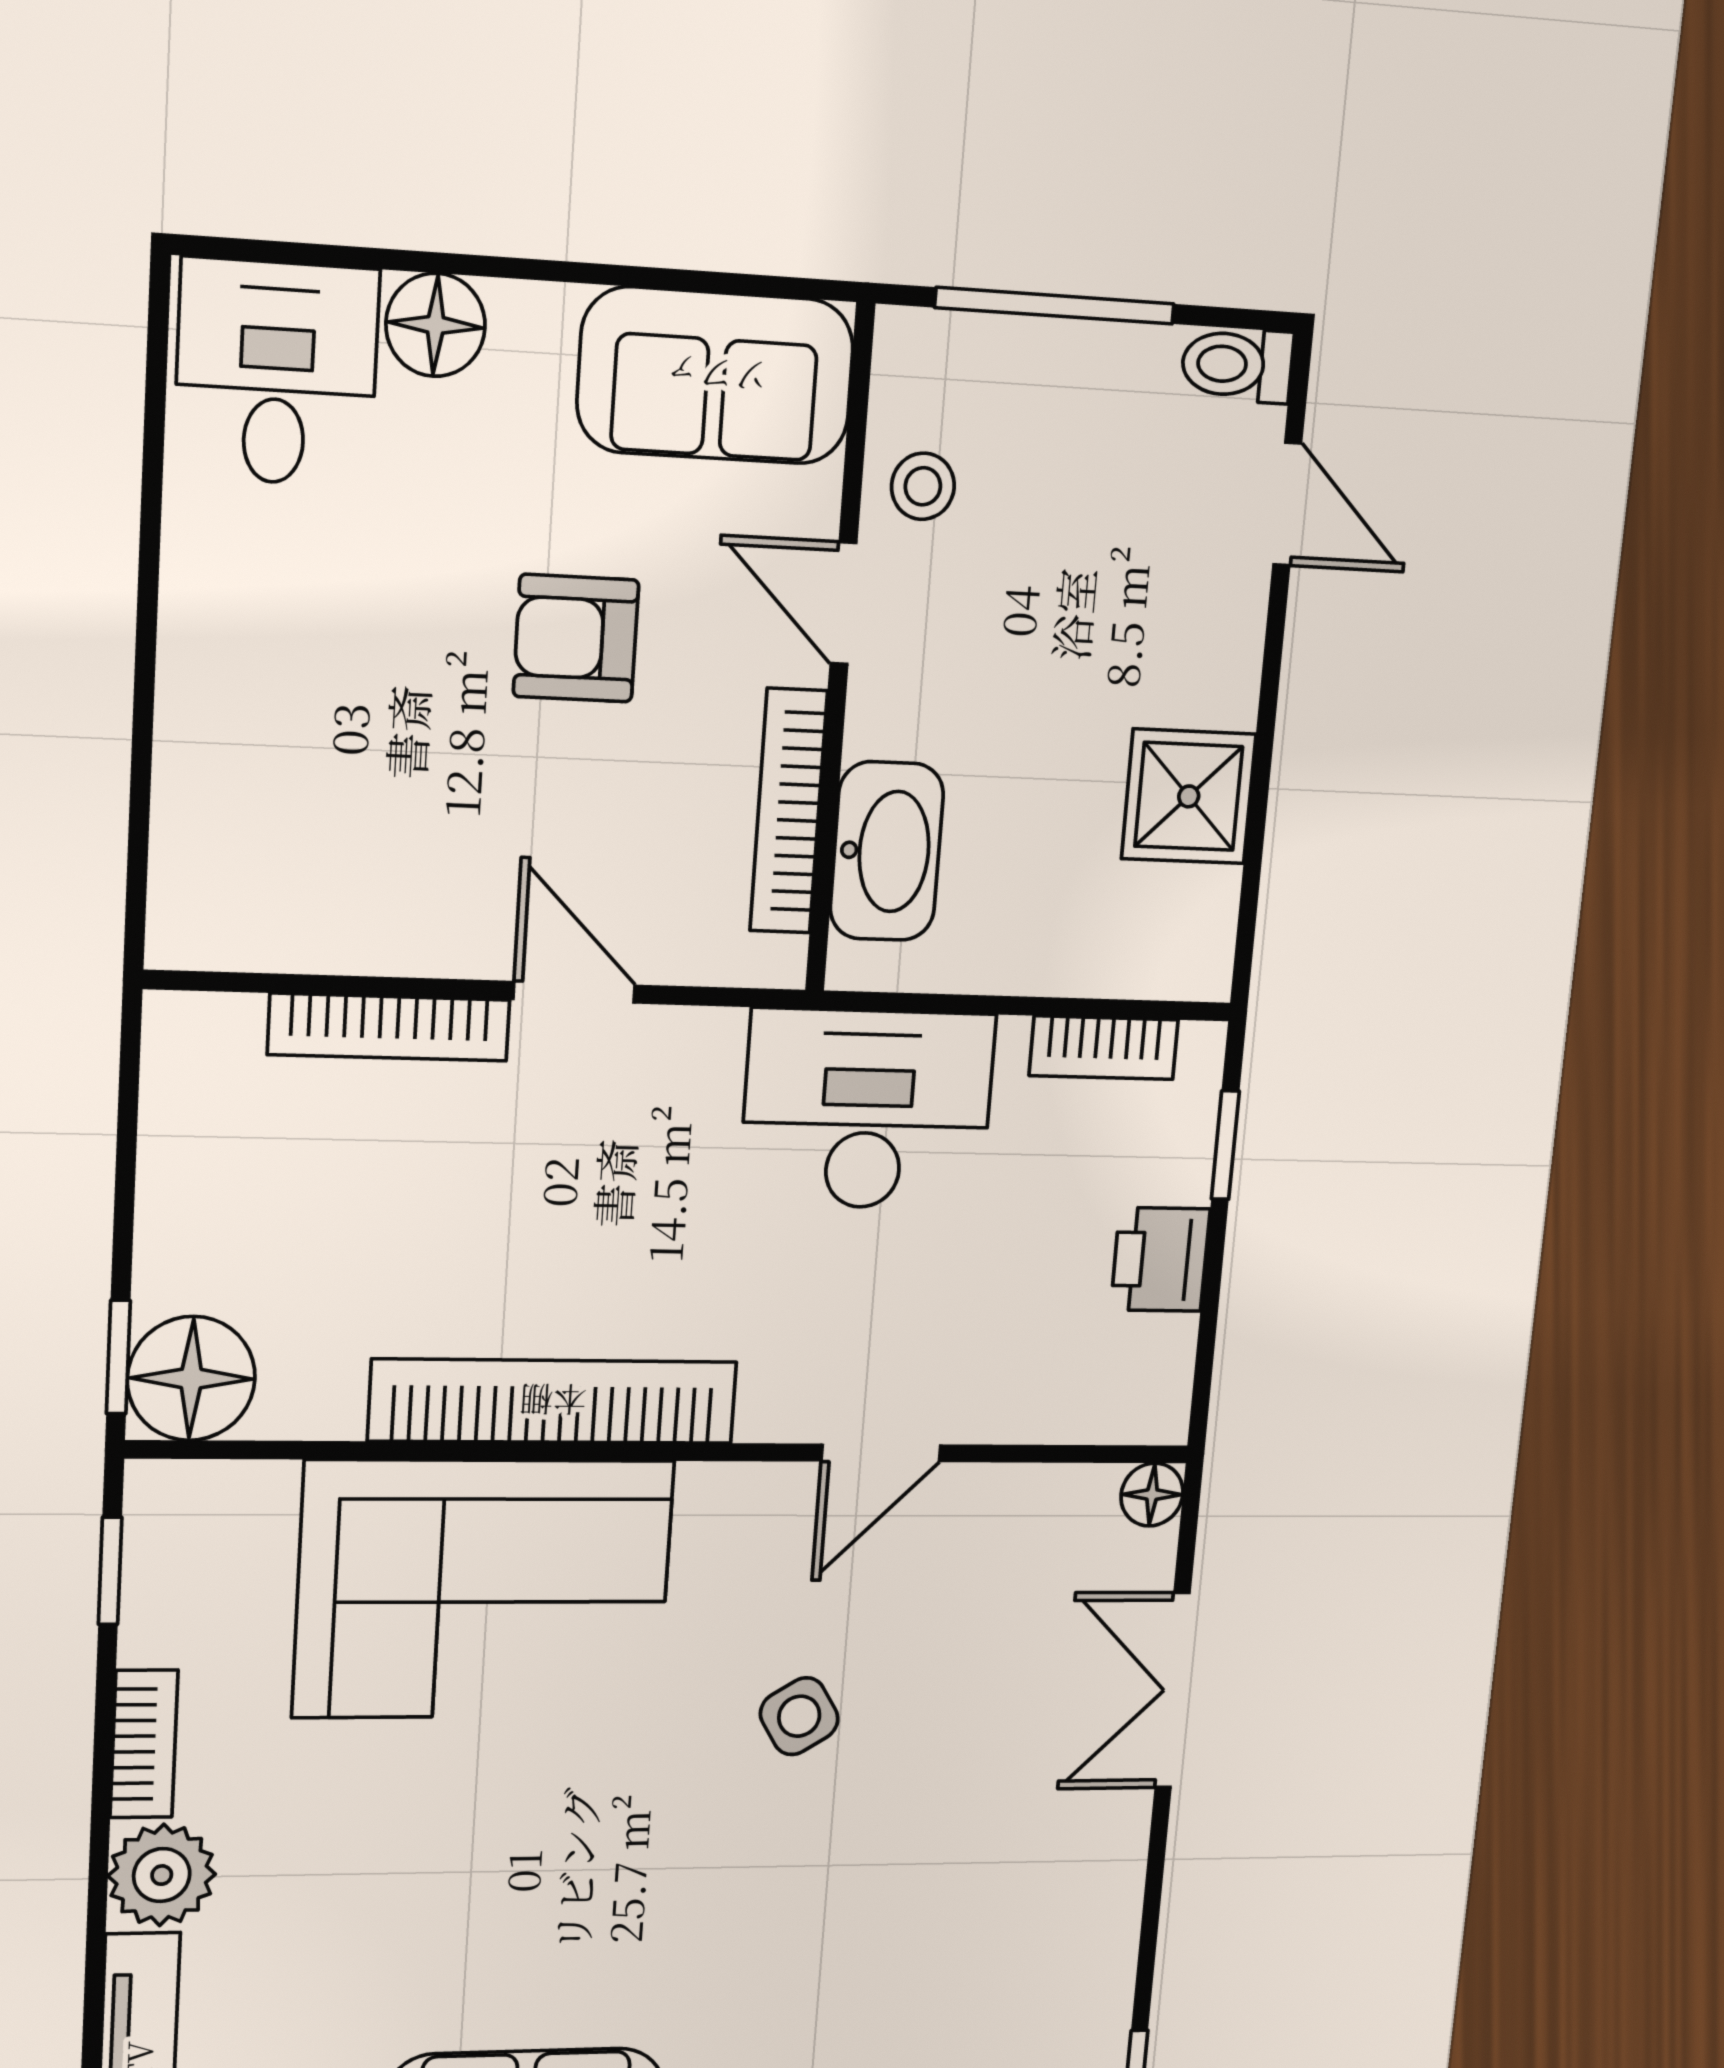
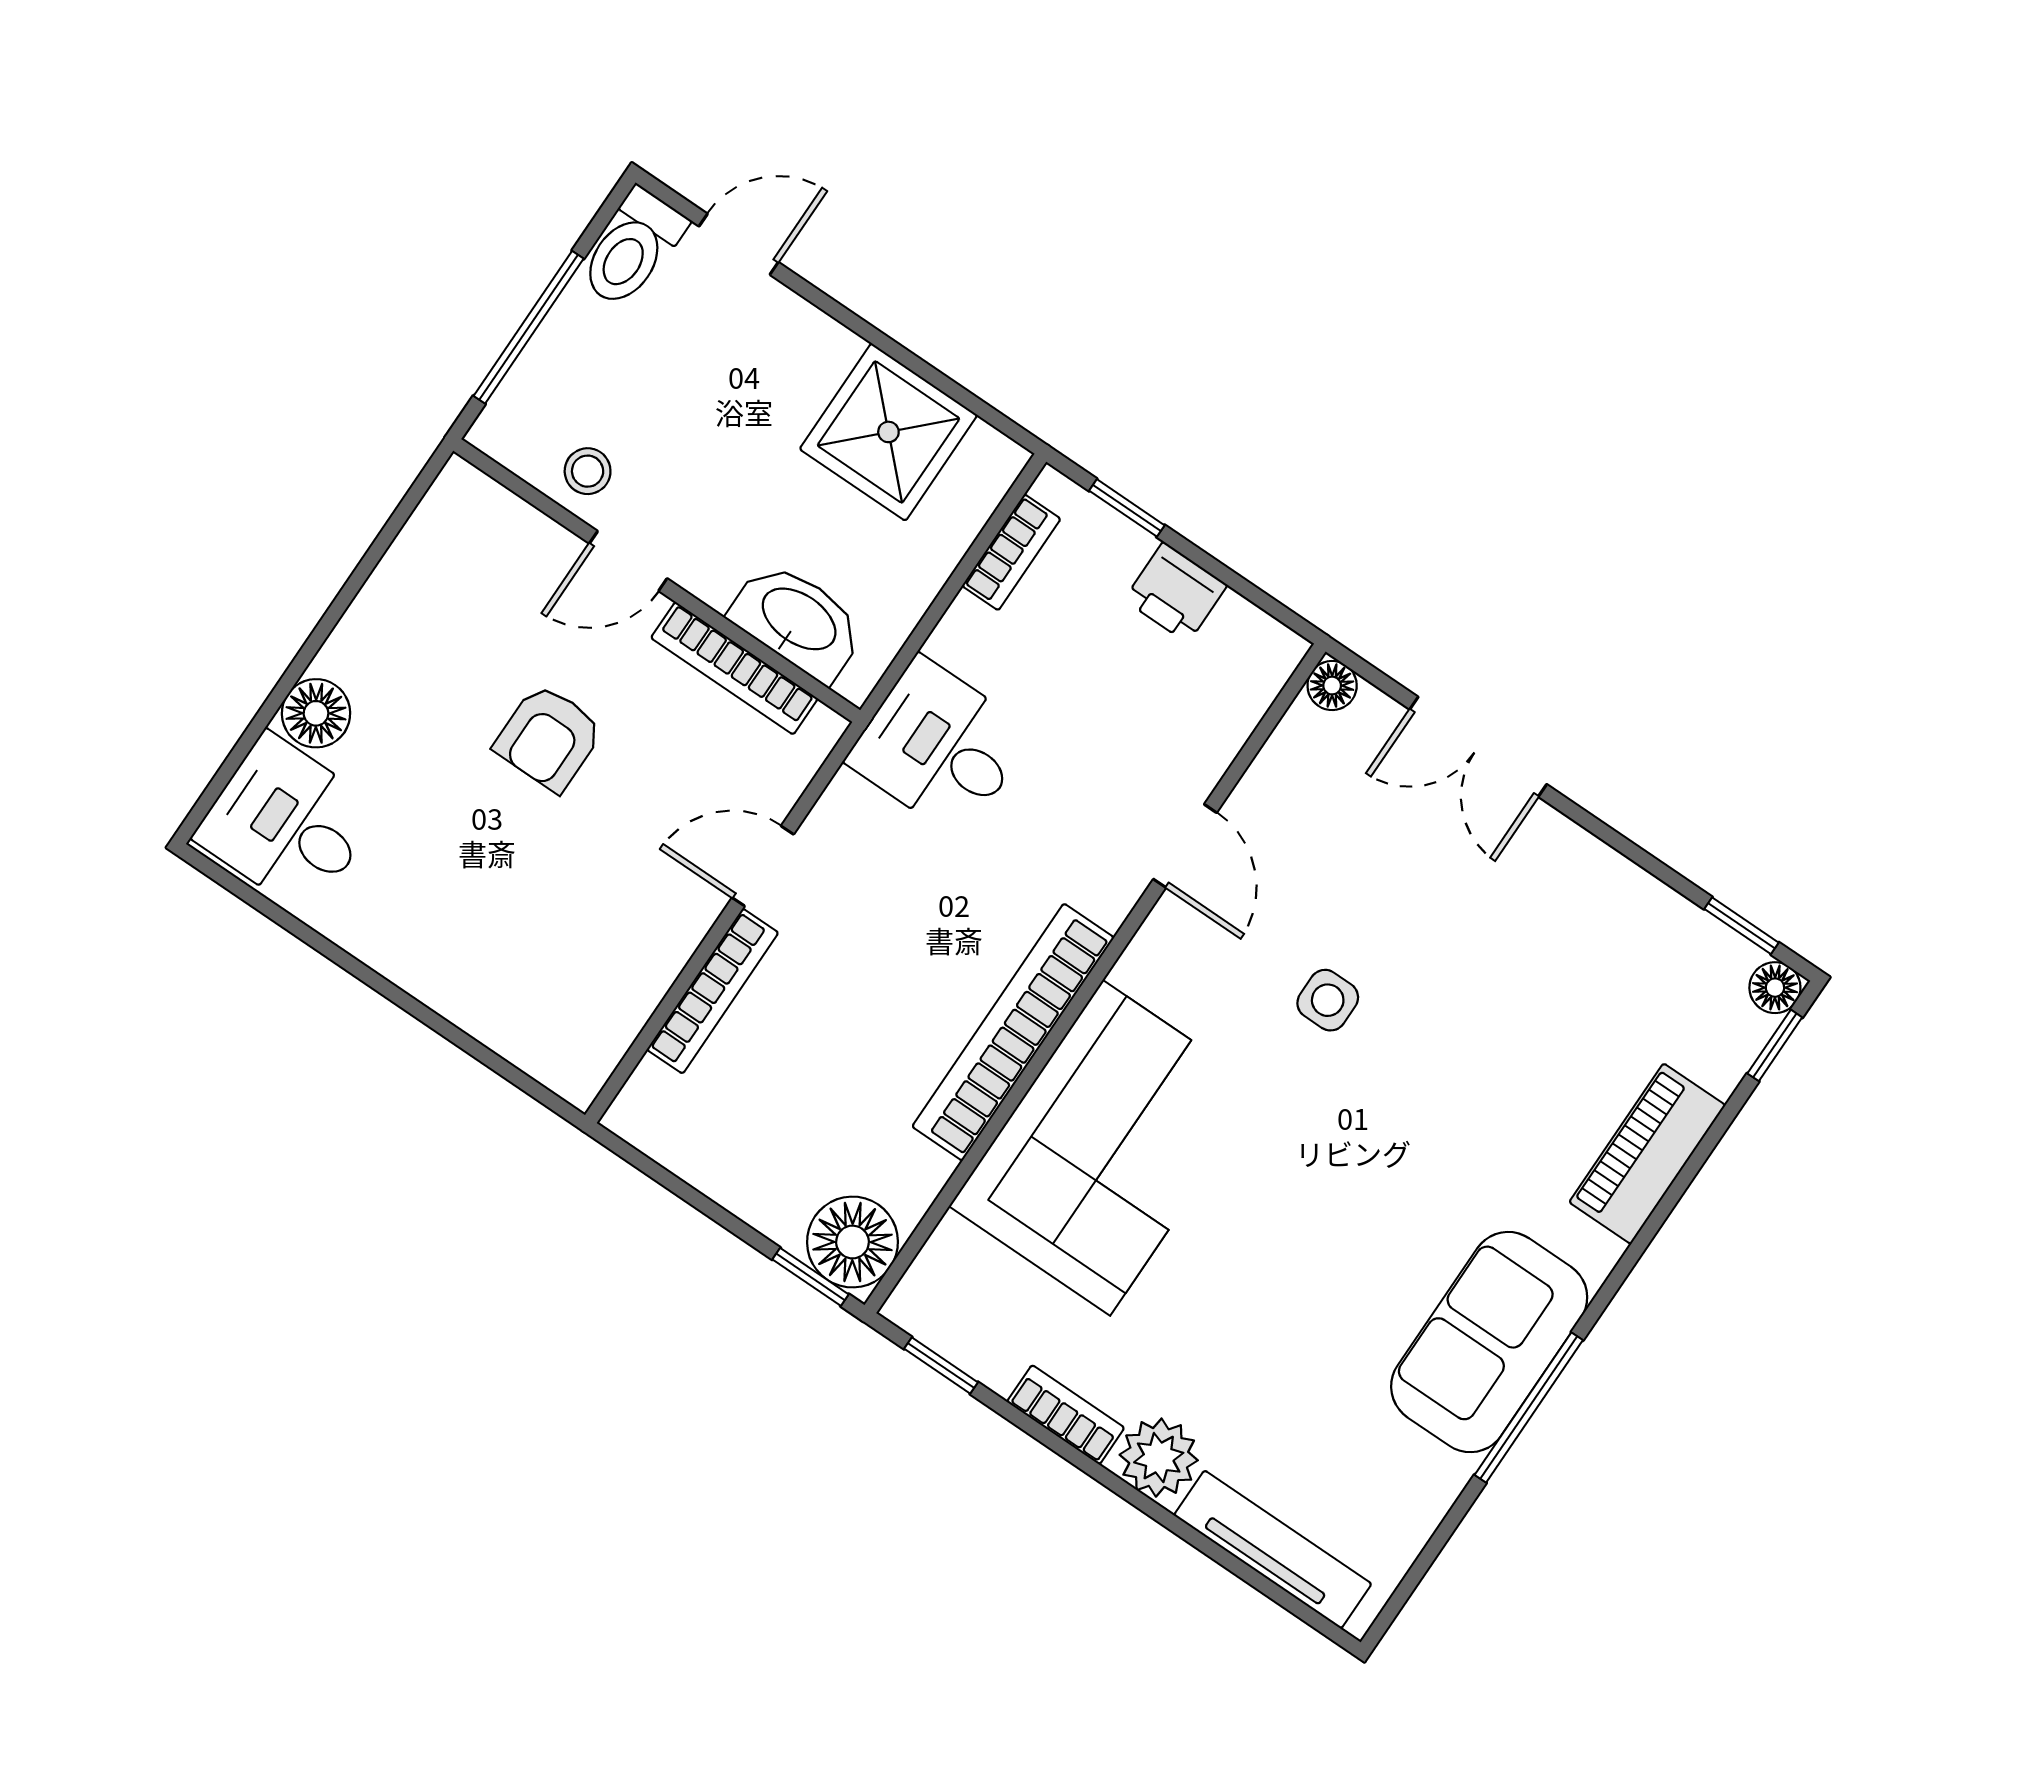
toilet: (1237, 365) -> (632, 249), width x1.37, depth x1.39
sofa: (716, 376) -> (445, 562), removed
shower: (1189, 796) -> (888, 432), width x1.36, depth x1.36
desk: (867, 1109) -> (940, 747), width x0.73
side table: (799, 1716) -> (1328, 1000), turned 32

